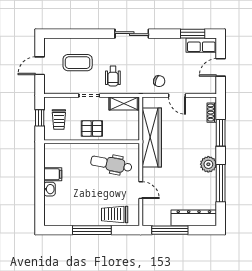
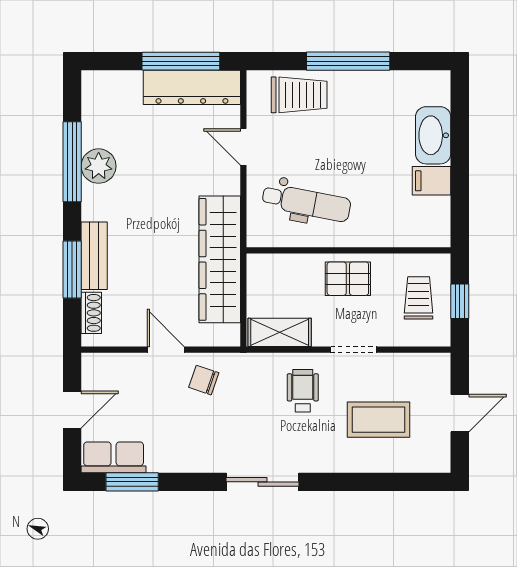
bench: (210, 139) -> (94, 256), added
plant: (208, 164) -> (99, 166), moved
washbasin: (49, 189) -> (433, 135), width x1.91, depth x1.45
dresser: (194, 218) -> (192, 87), moved

